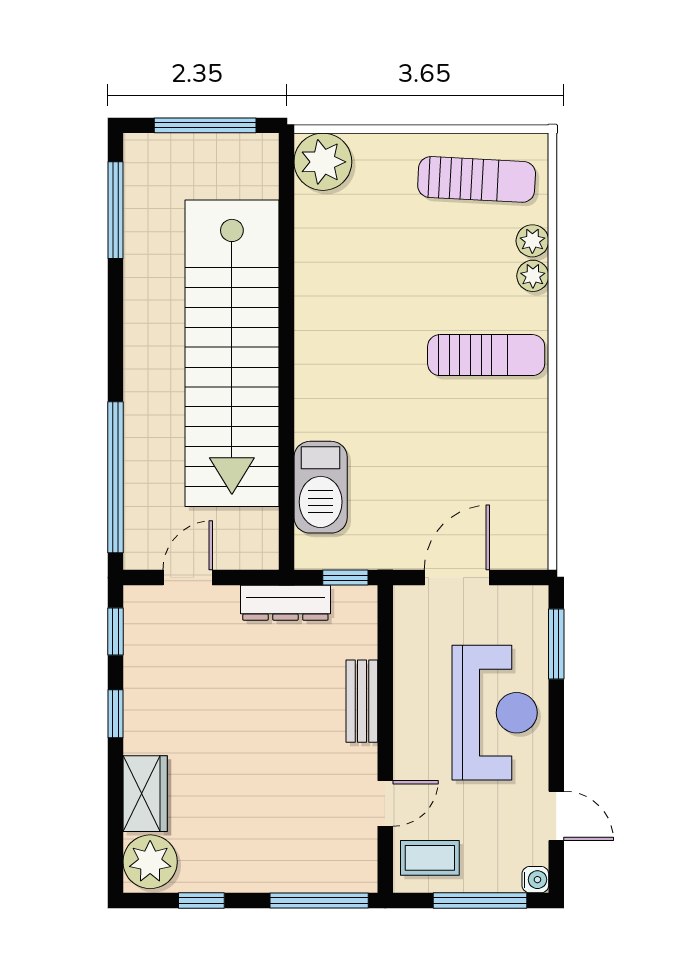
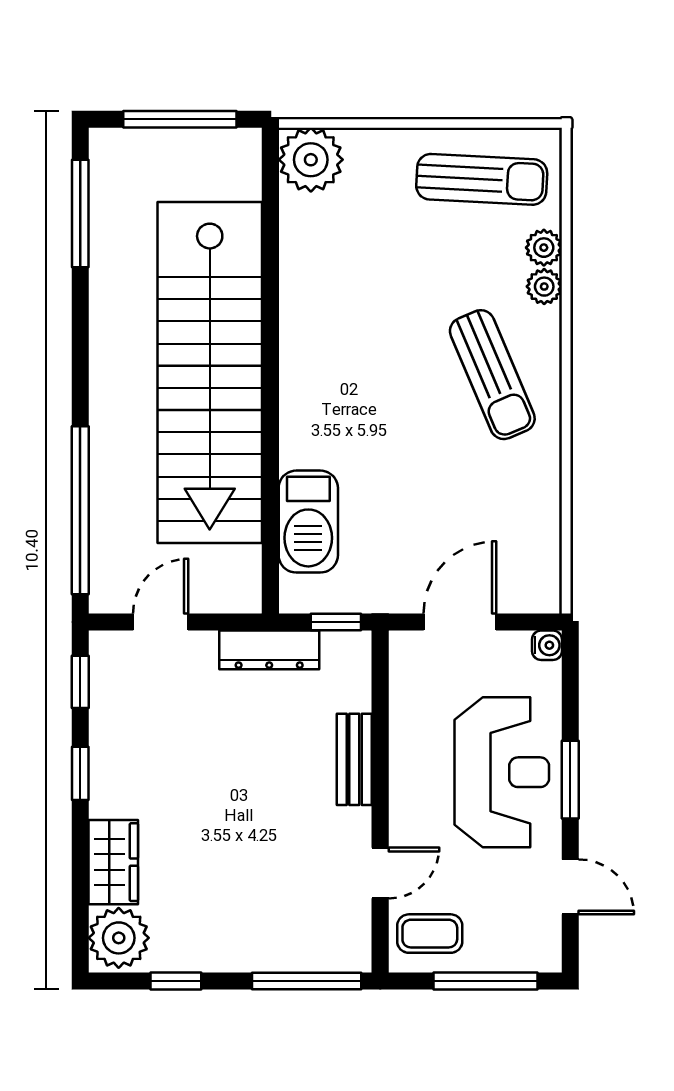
sun lounger: (486, 355) -> (492, 375), turned 67
window: (556, 644) -> (570, 780), moved
water cooler: (535, 880) -> (547, 645), moved

